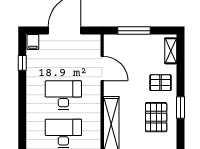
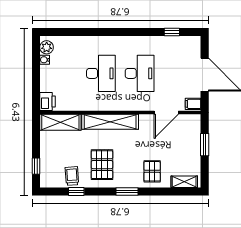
window: (134, 31) -> (205, 145), width x0.69
filing cabinet: (33, 42) -> (193, 104), moved
pallet: (156, 117) -> (102, 165), moved, turned 90

